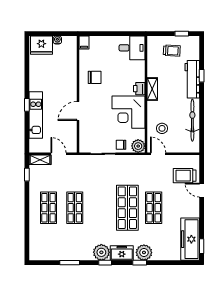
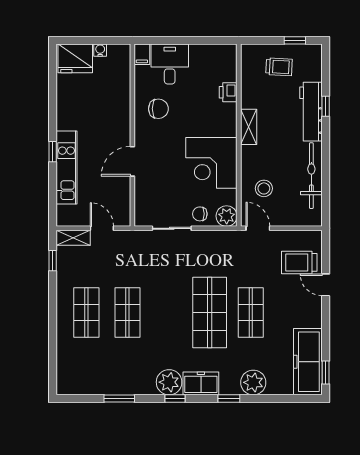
desk: (132, 48) -> (170, 64), moved, turned -90
printer: (139, 89) -> (228, 92), moved
plant: (144, 252) -> (253, 382), moved

